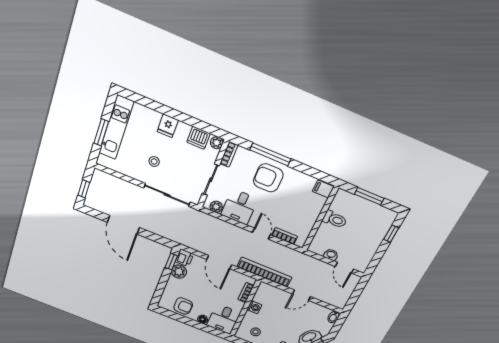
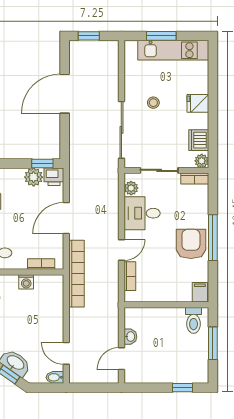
window: (270, 154) -> (213, 238), moved
armchair: (268, 178) -> (191, 244), moved
toilet: (335, 219) -> (194, 320), moved
door: (302, 295) -> (66, 353), moved

